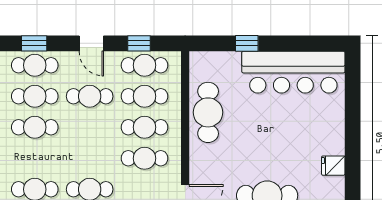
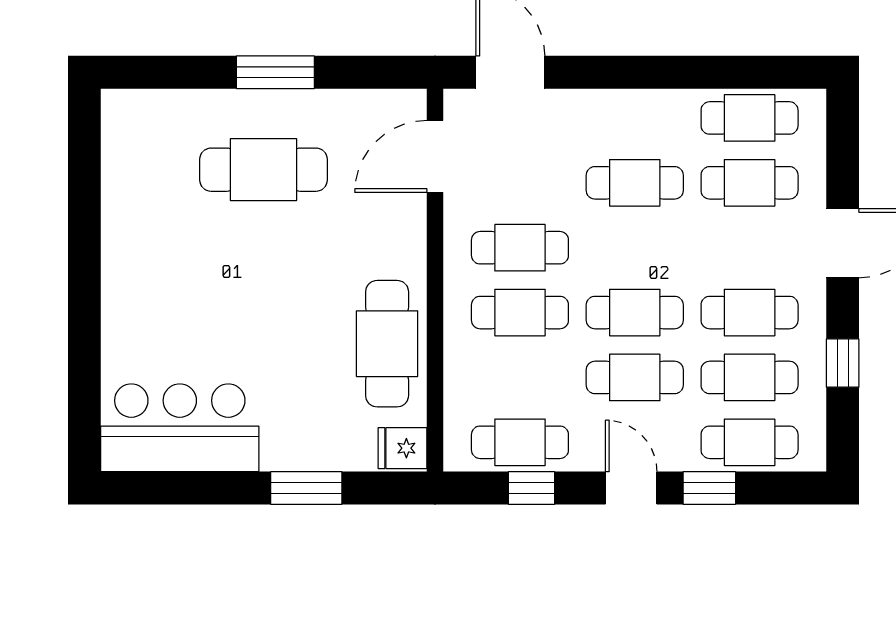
window: (34, 43) -> (709, 488), moved
window: (247, 43) -> (306, 488), width x1.50
bar counter: (293, 72) -> (180, 428), width x0.73
cafe table: (144, 96) -> (635, 313), moved
fridge: (333, 166) -> (402, 448), moved, turned 180

